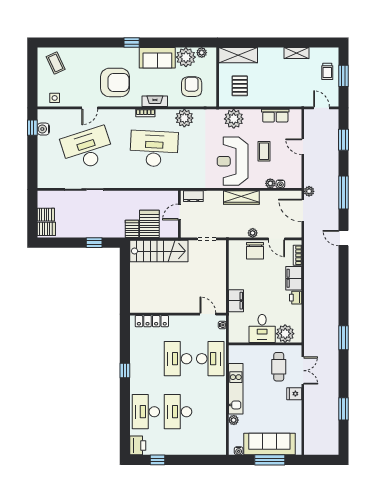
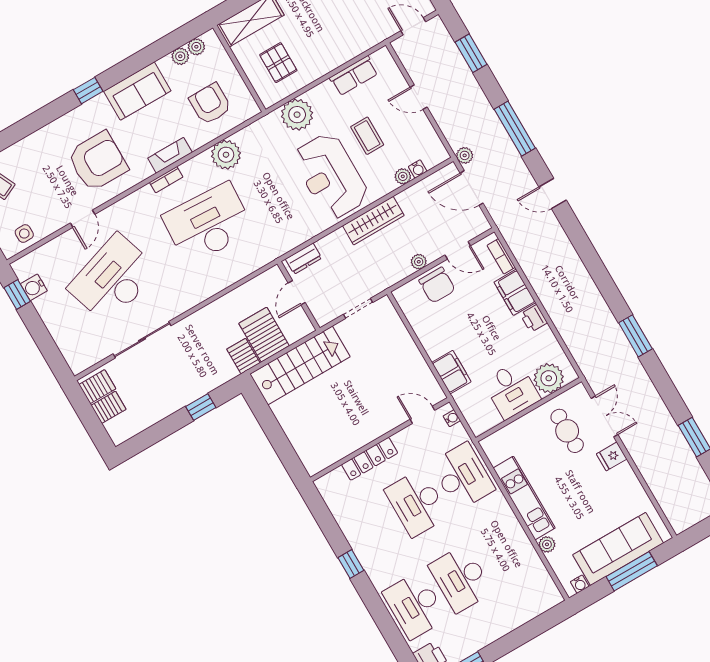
plant: (186, 57) -> (180, 56), width x0.53, depth x0.53
server rack: (46, 229) -> (97, 387), moved
locker: (152, 321) -> (370, 459), moved

